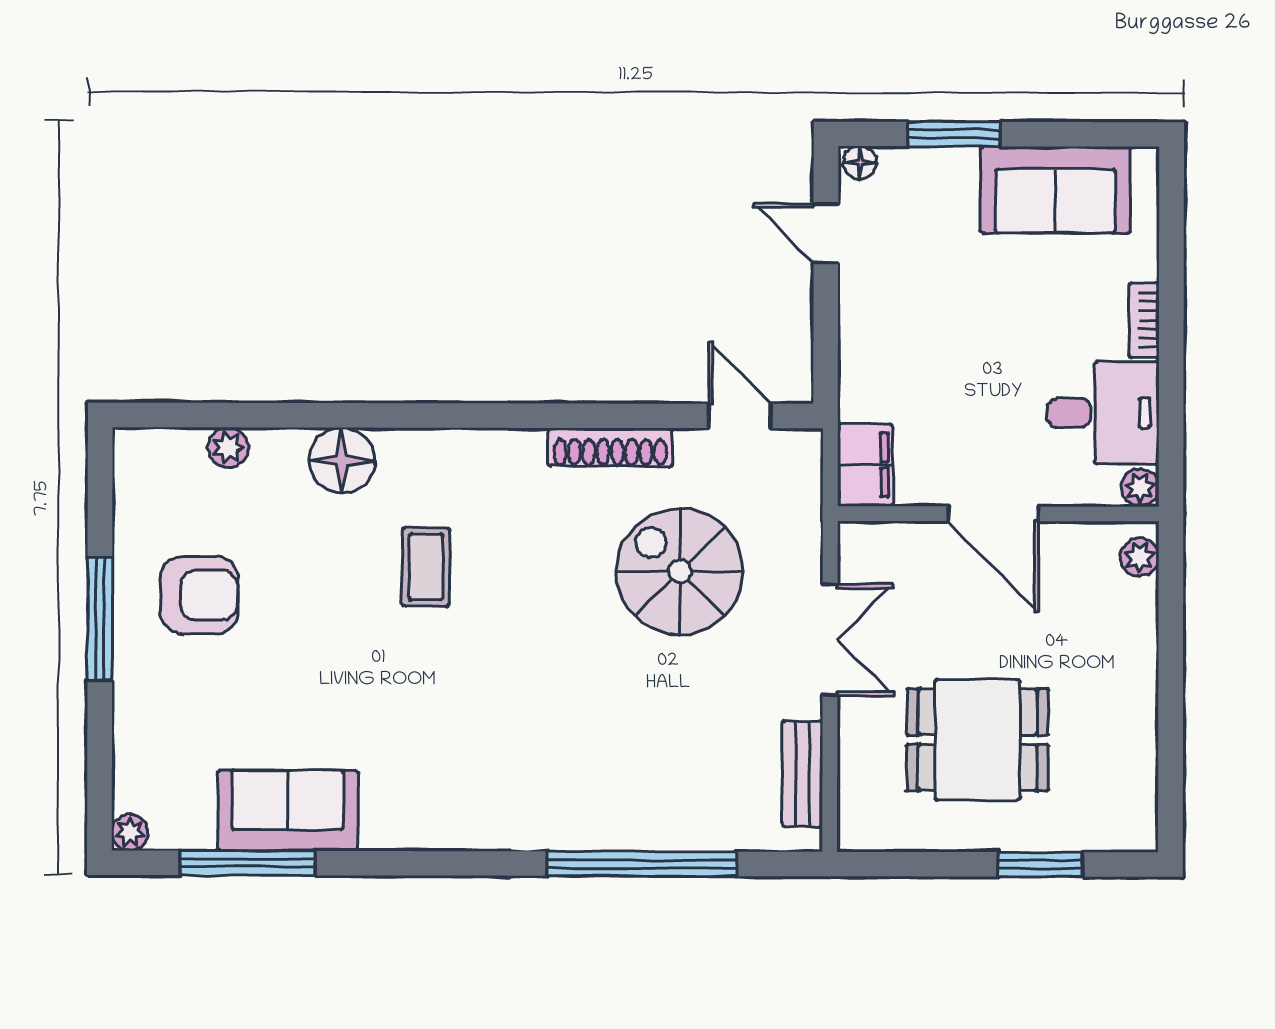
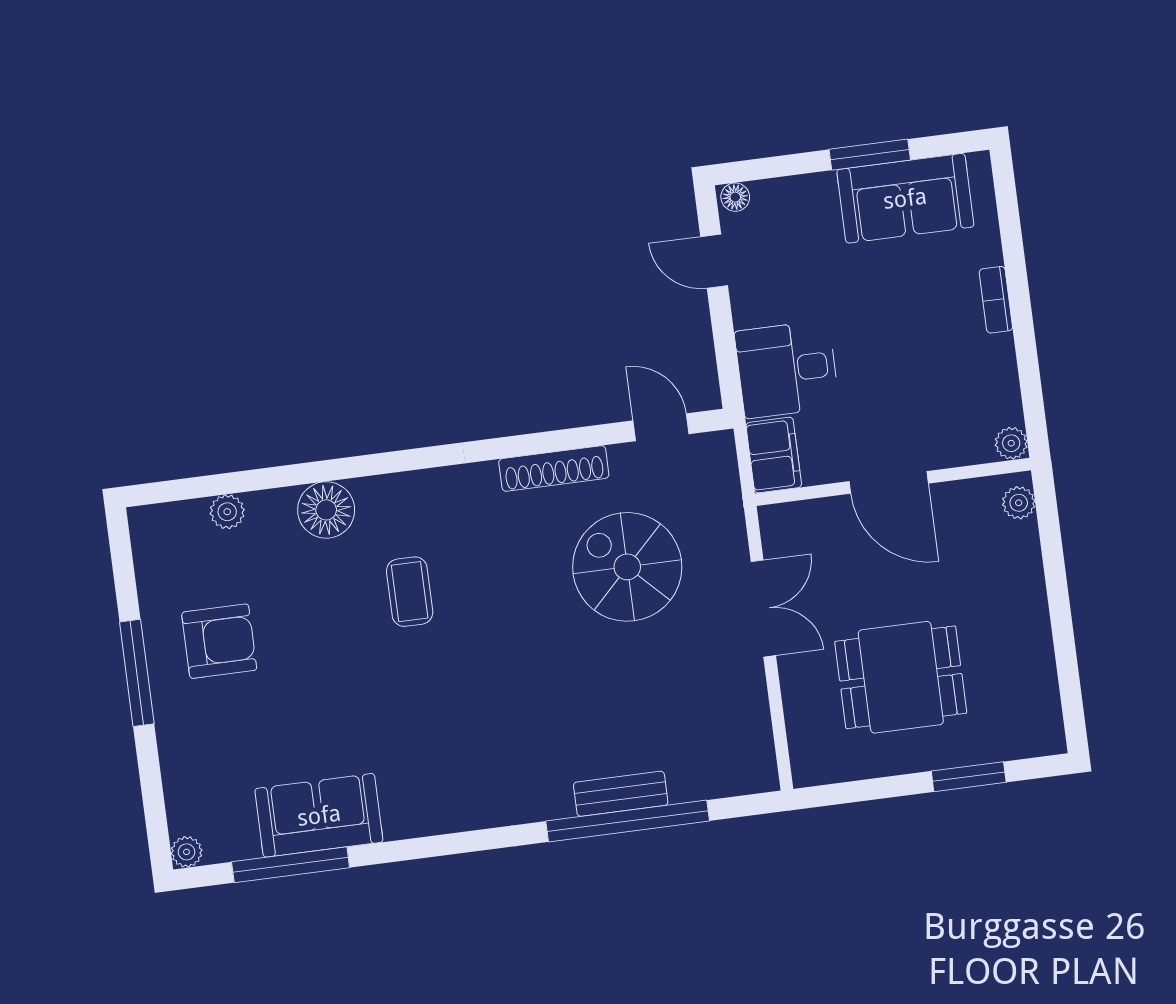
window: (954, 134) -> (870, 155), moved
desk: (1104, 413) -> (787, 369), moved, turned 180
bench: (802, 774) -> (621, 794), moved, turned 90

